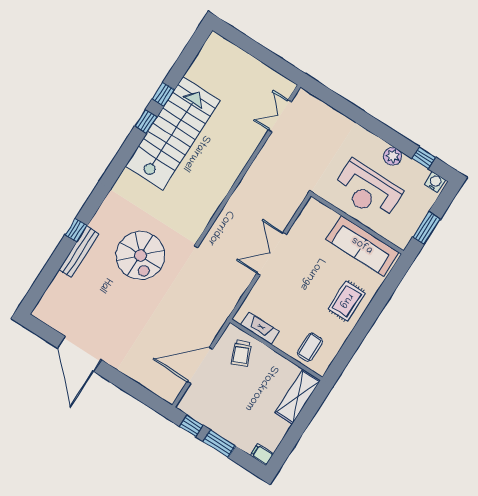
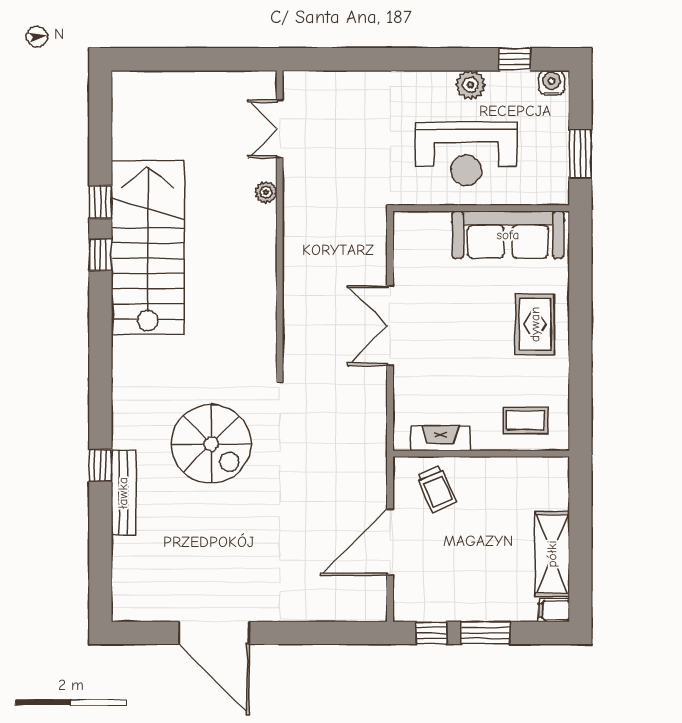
plant: (252, 144) -> (266, 192), added
coffee table: (310, 347) -> (525, 420), turned 90
shelving: (298, 397) -> (552, 554), moved

